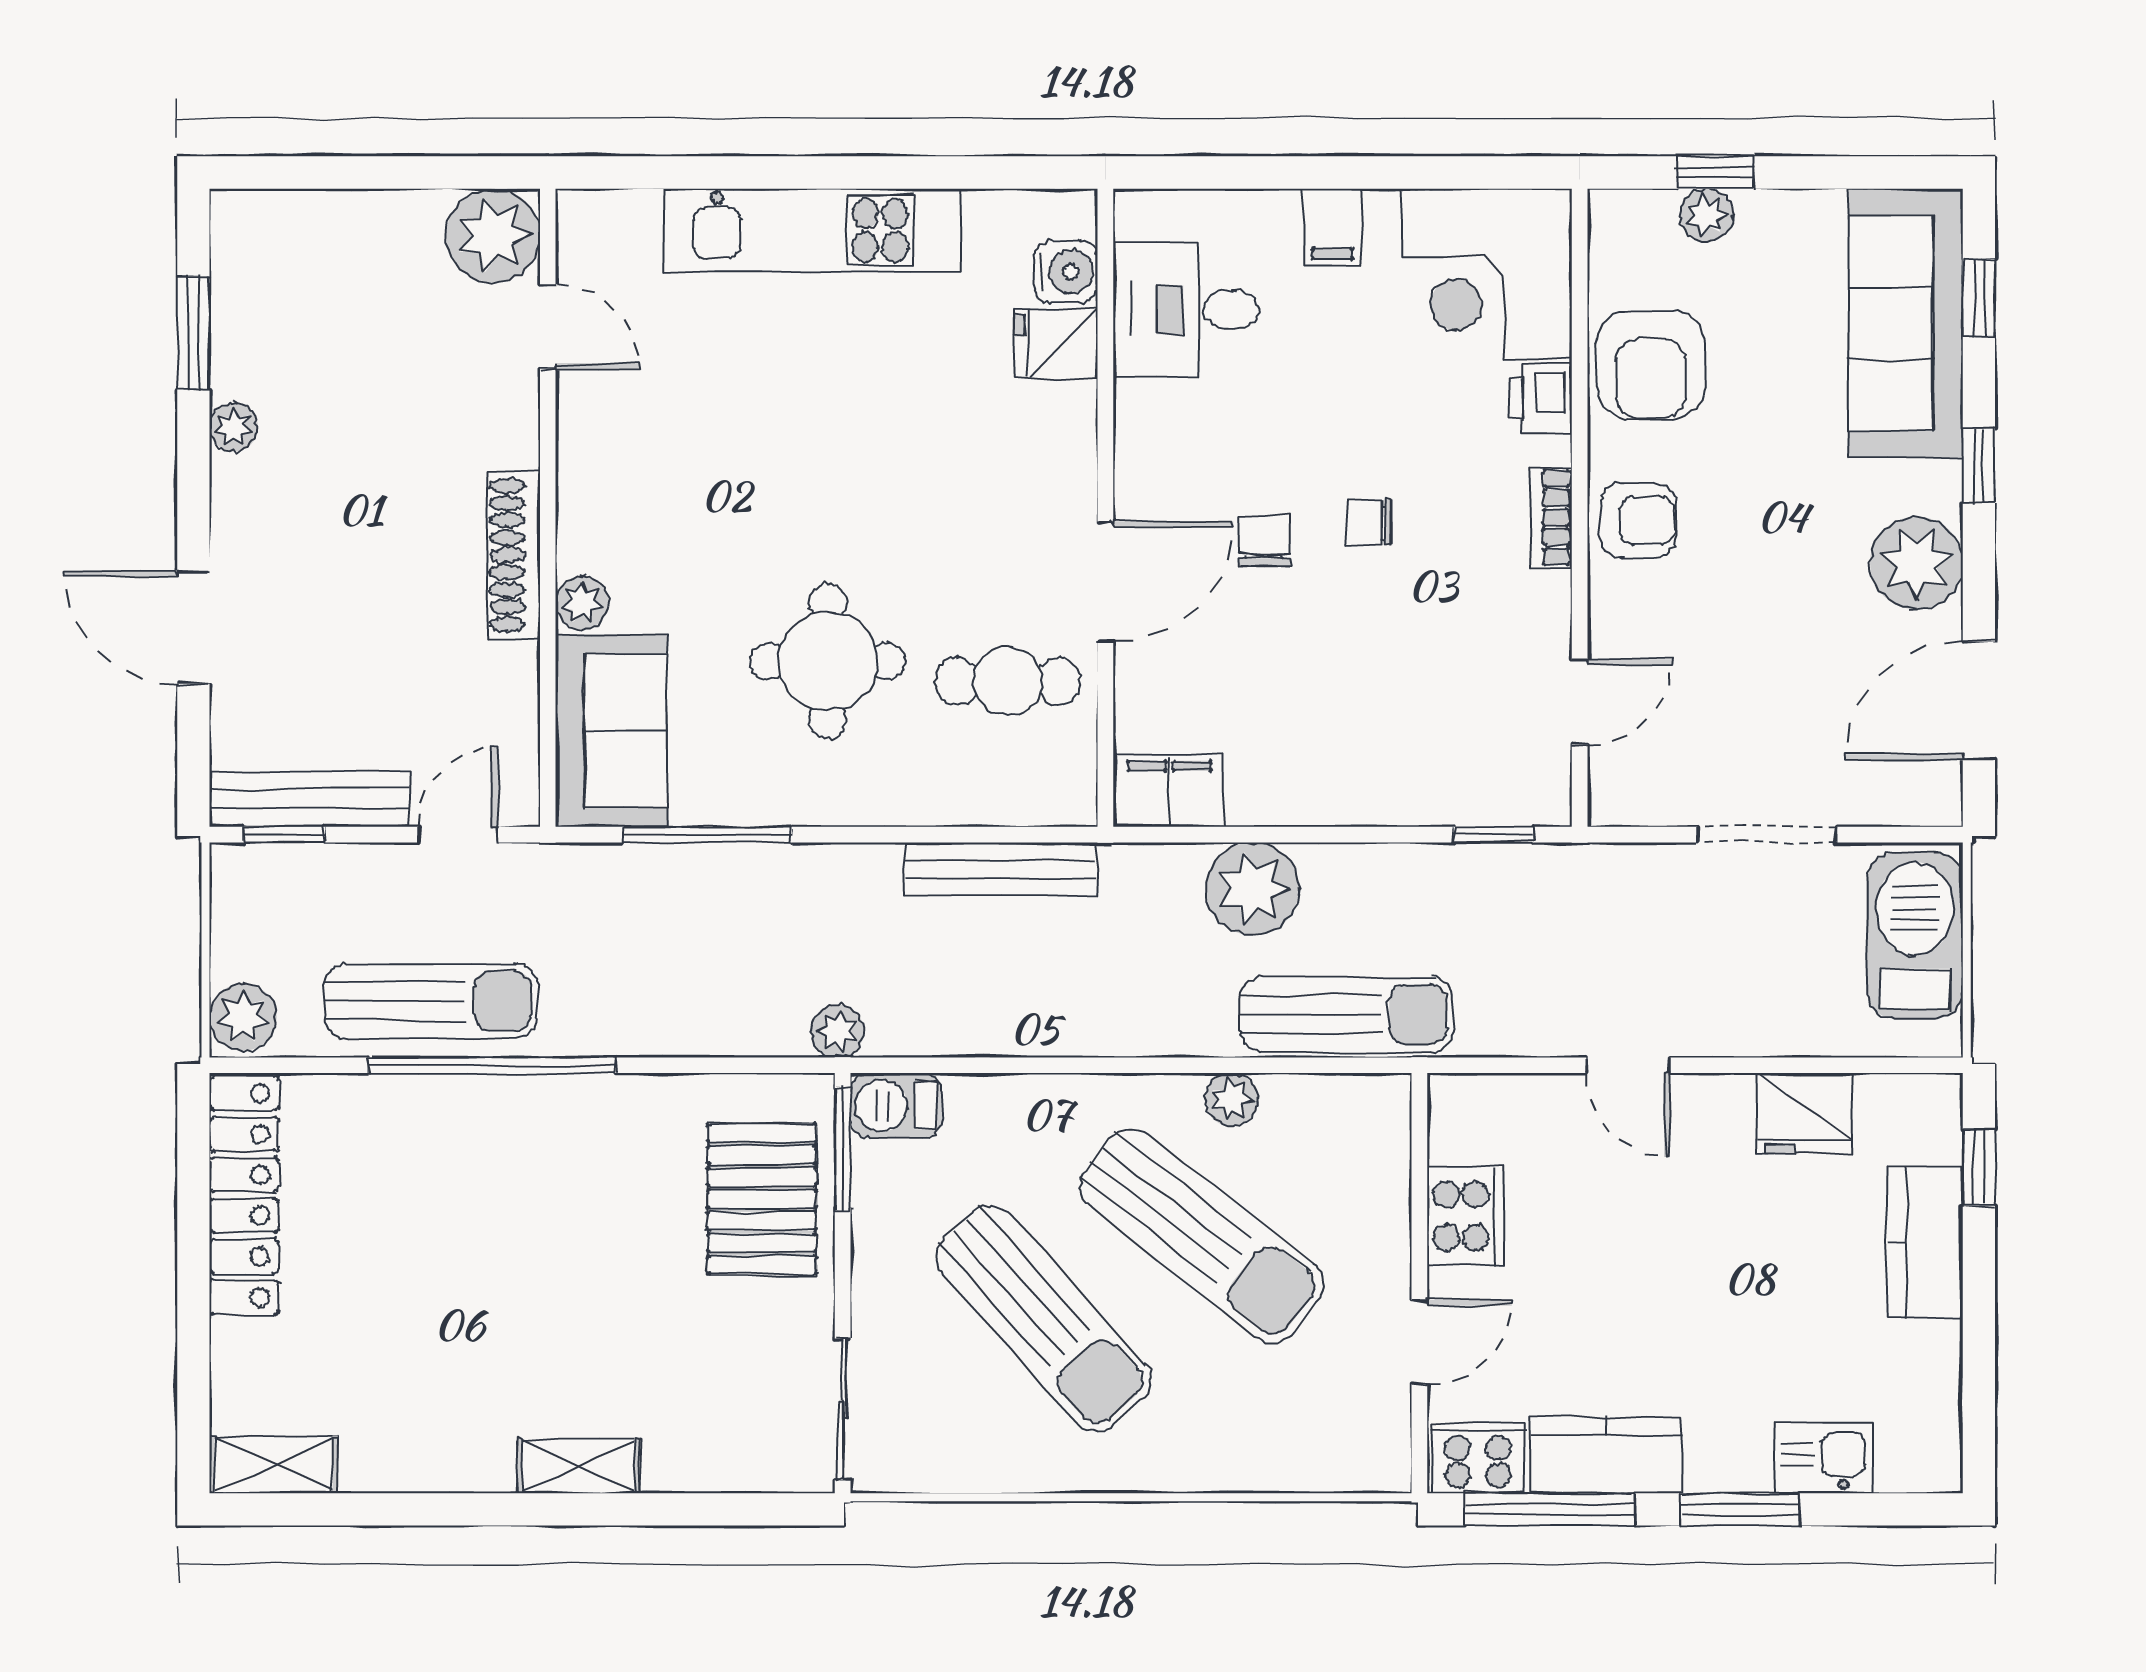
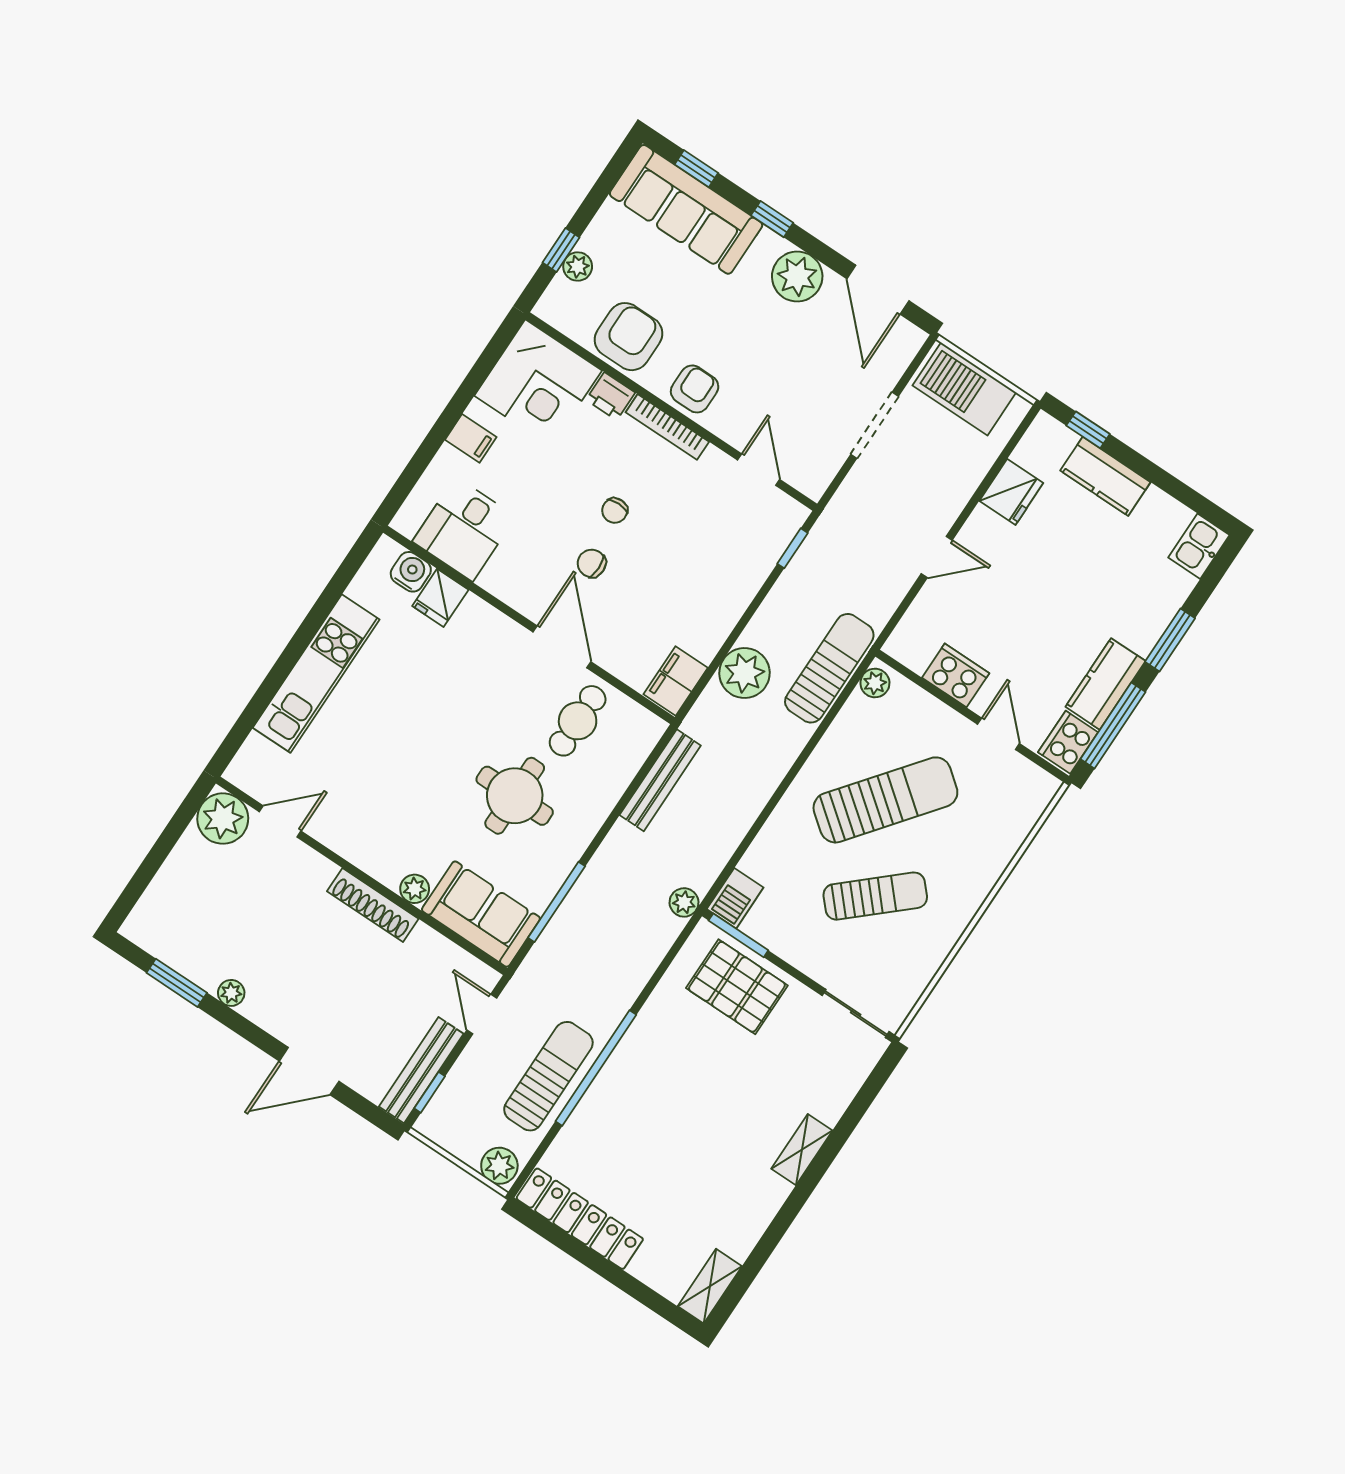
armchair: (1651, 365) -> (628, 337), turned -90
bookcase: (1552, 517) -> (667, 427), width x1.56
plant: (1232, 1100) -> (875, 683), moved
sun lounger: (1043, 1319) -> (875, 896), width x0.73, depth x0.75
kitchen sink: (1824, 1458) -> (1199, 546), moved

